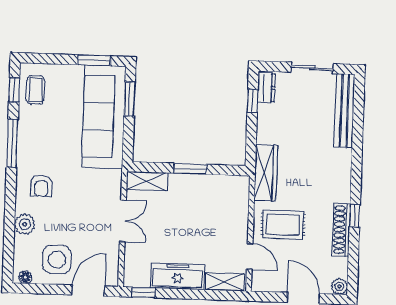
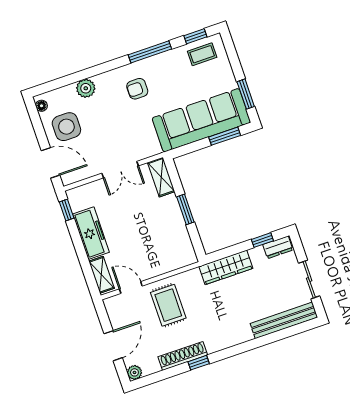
wardrobe: (266, 173) -> (226, 267), moved
armchair: (41, 186) -> (137, 89), moved
door: (250, 257) -> (131, 287), swing flipped

